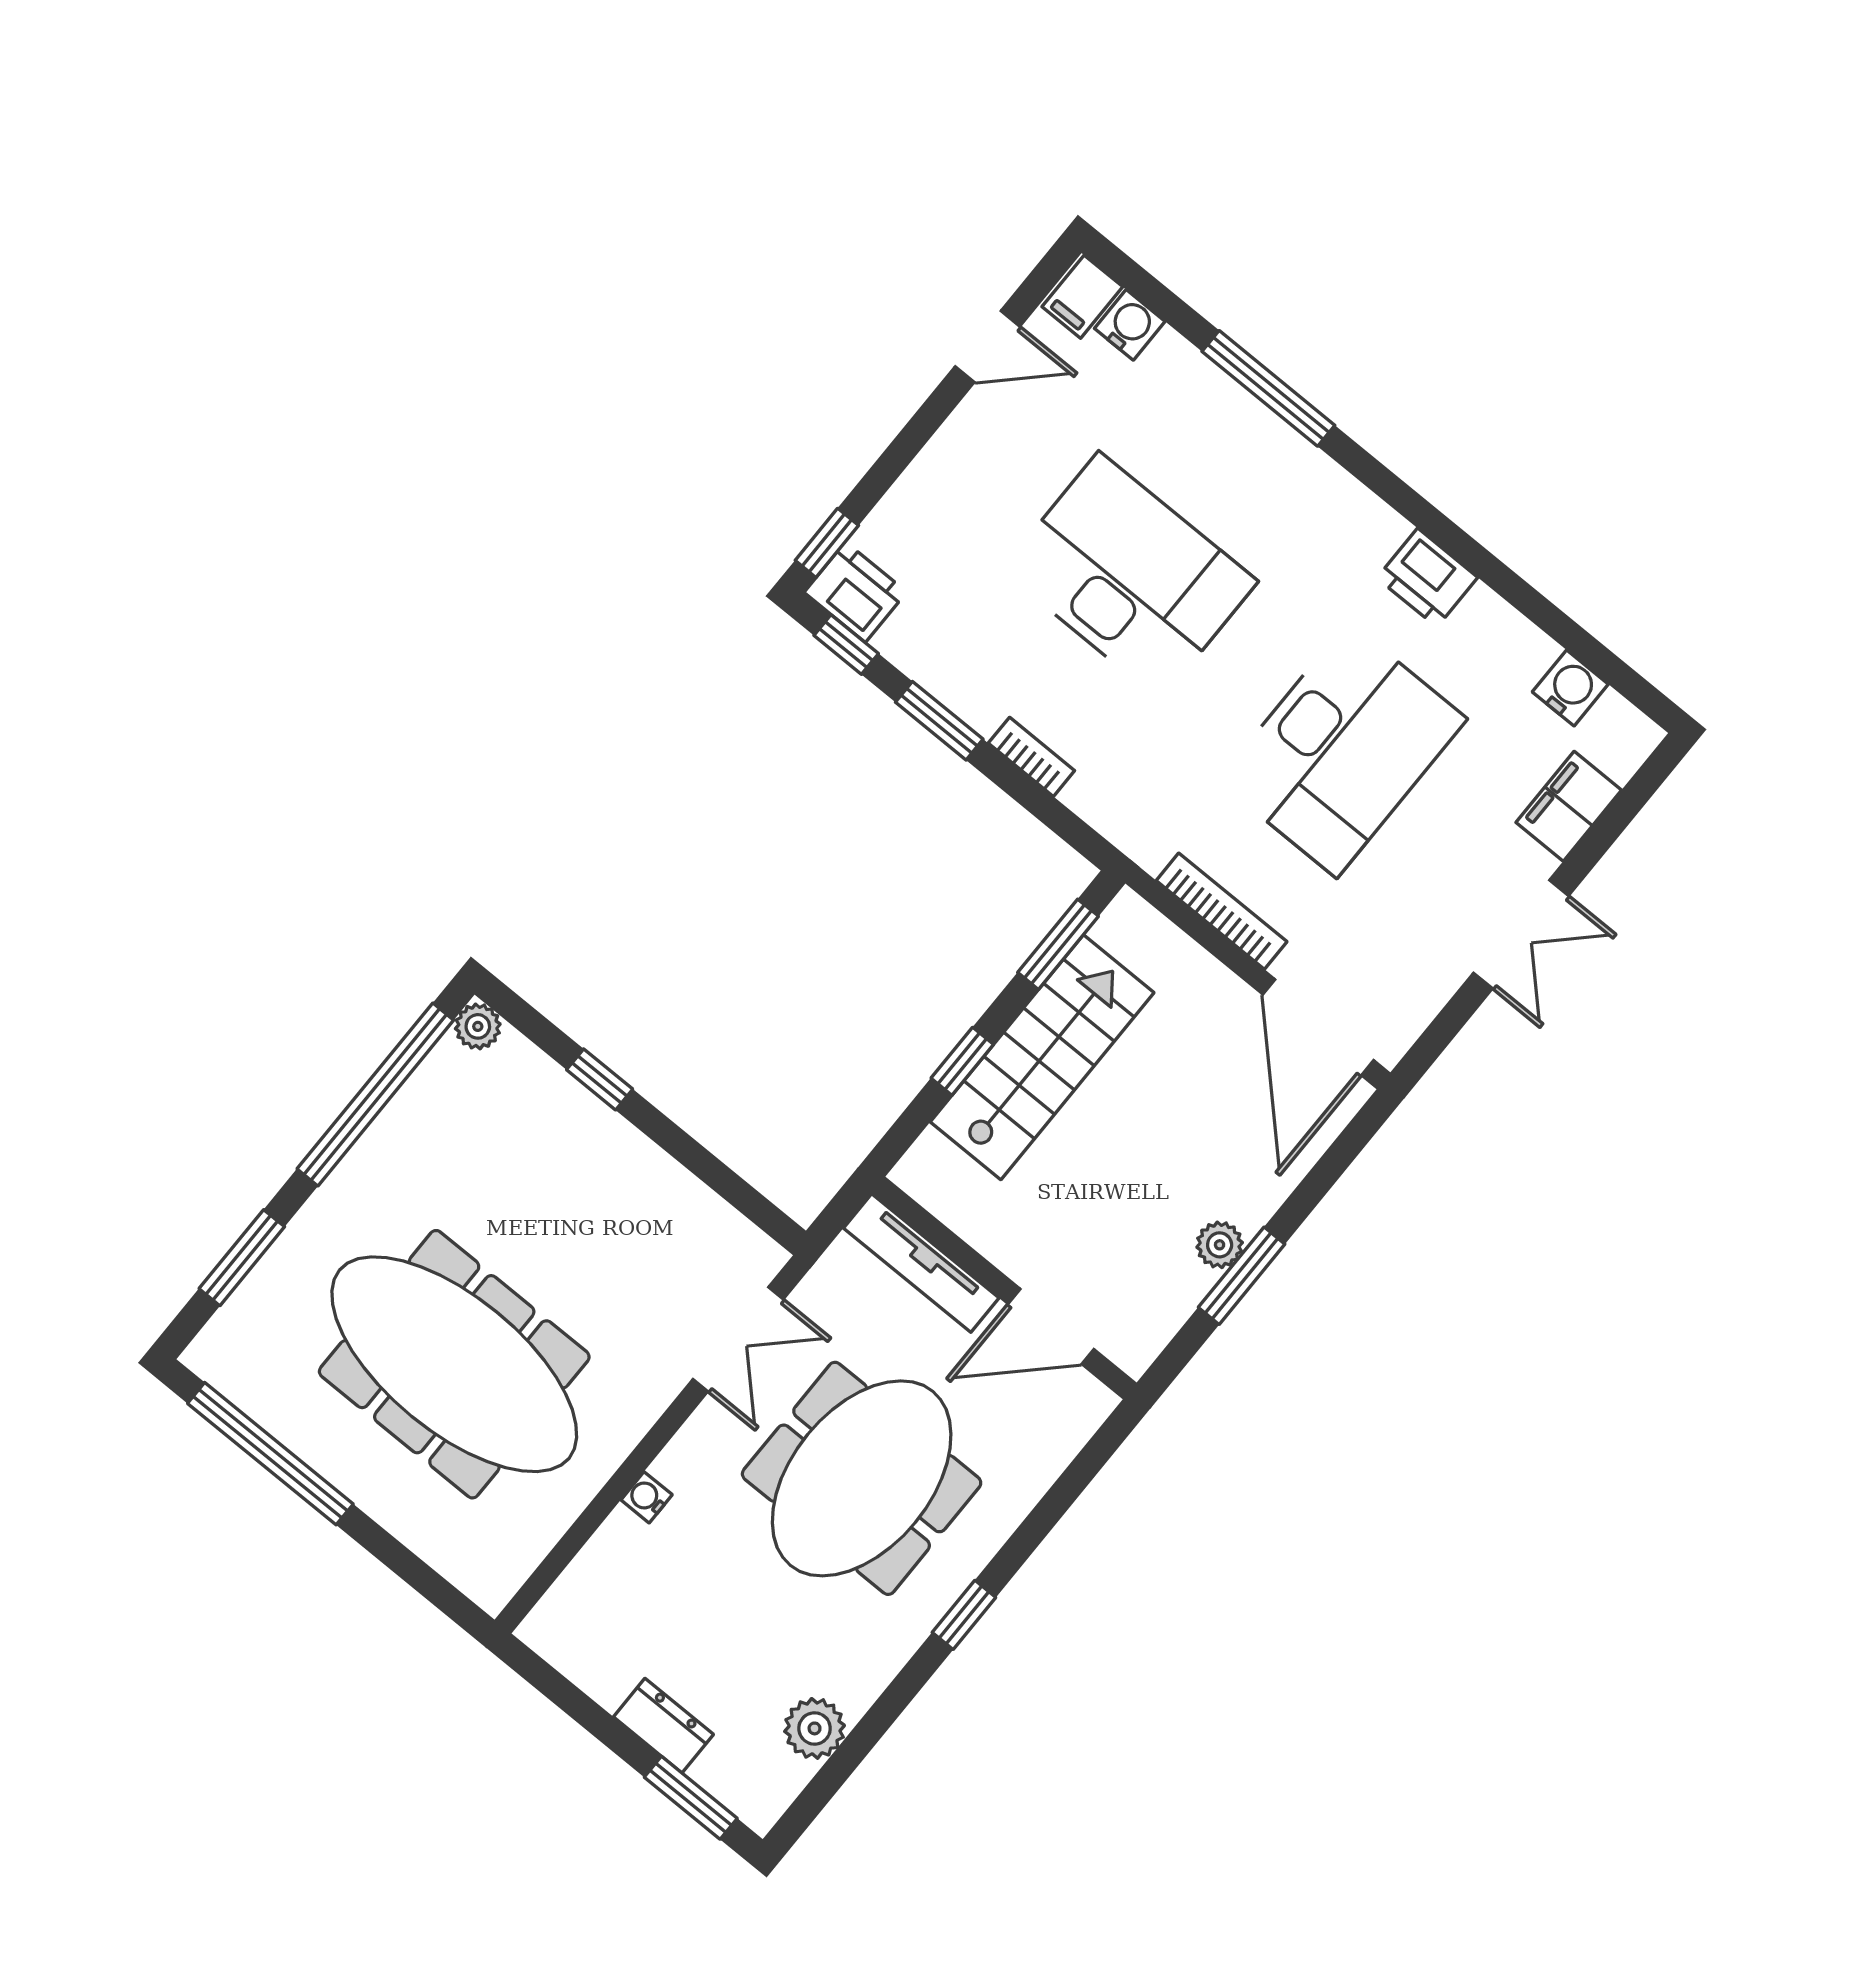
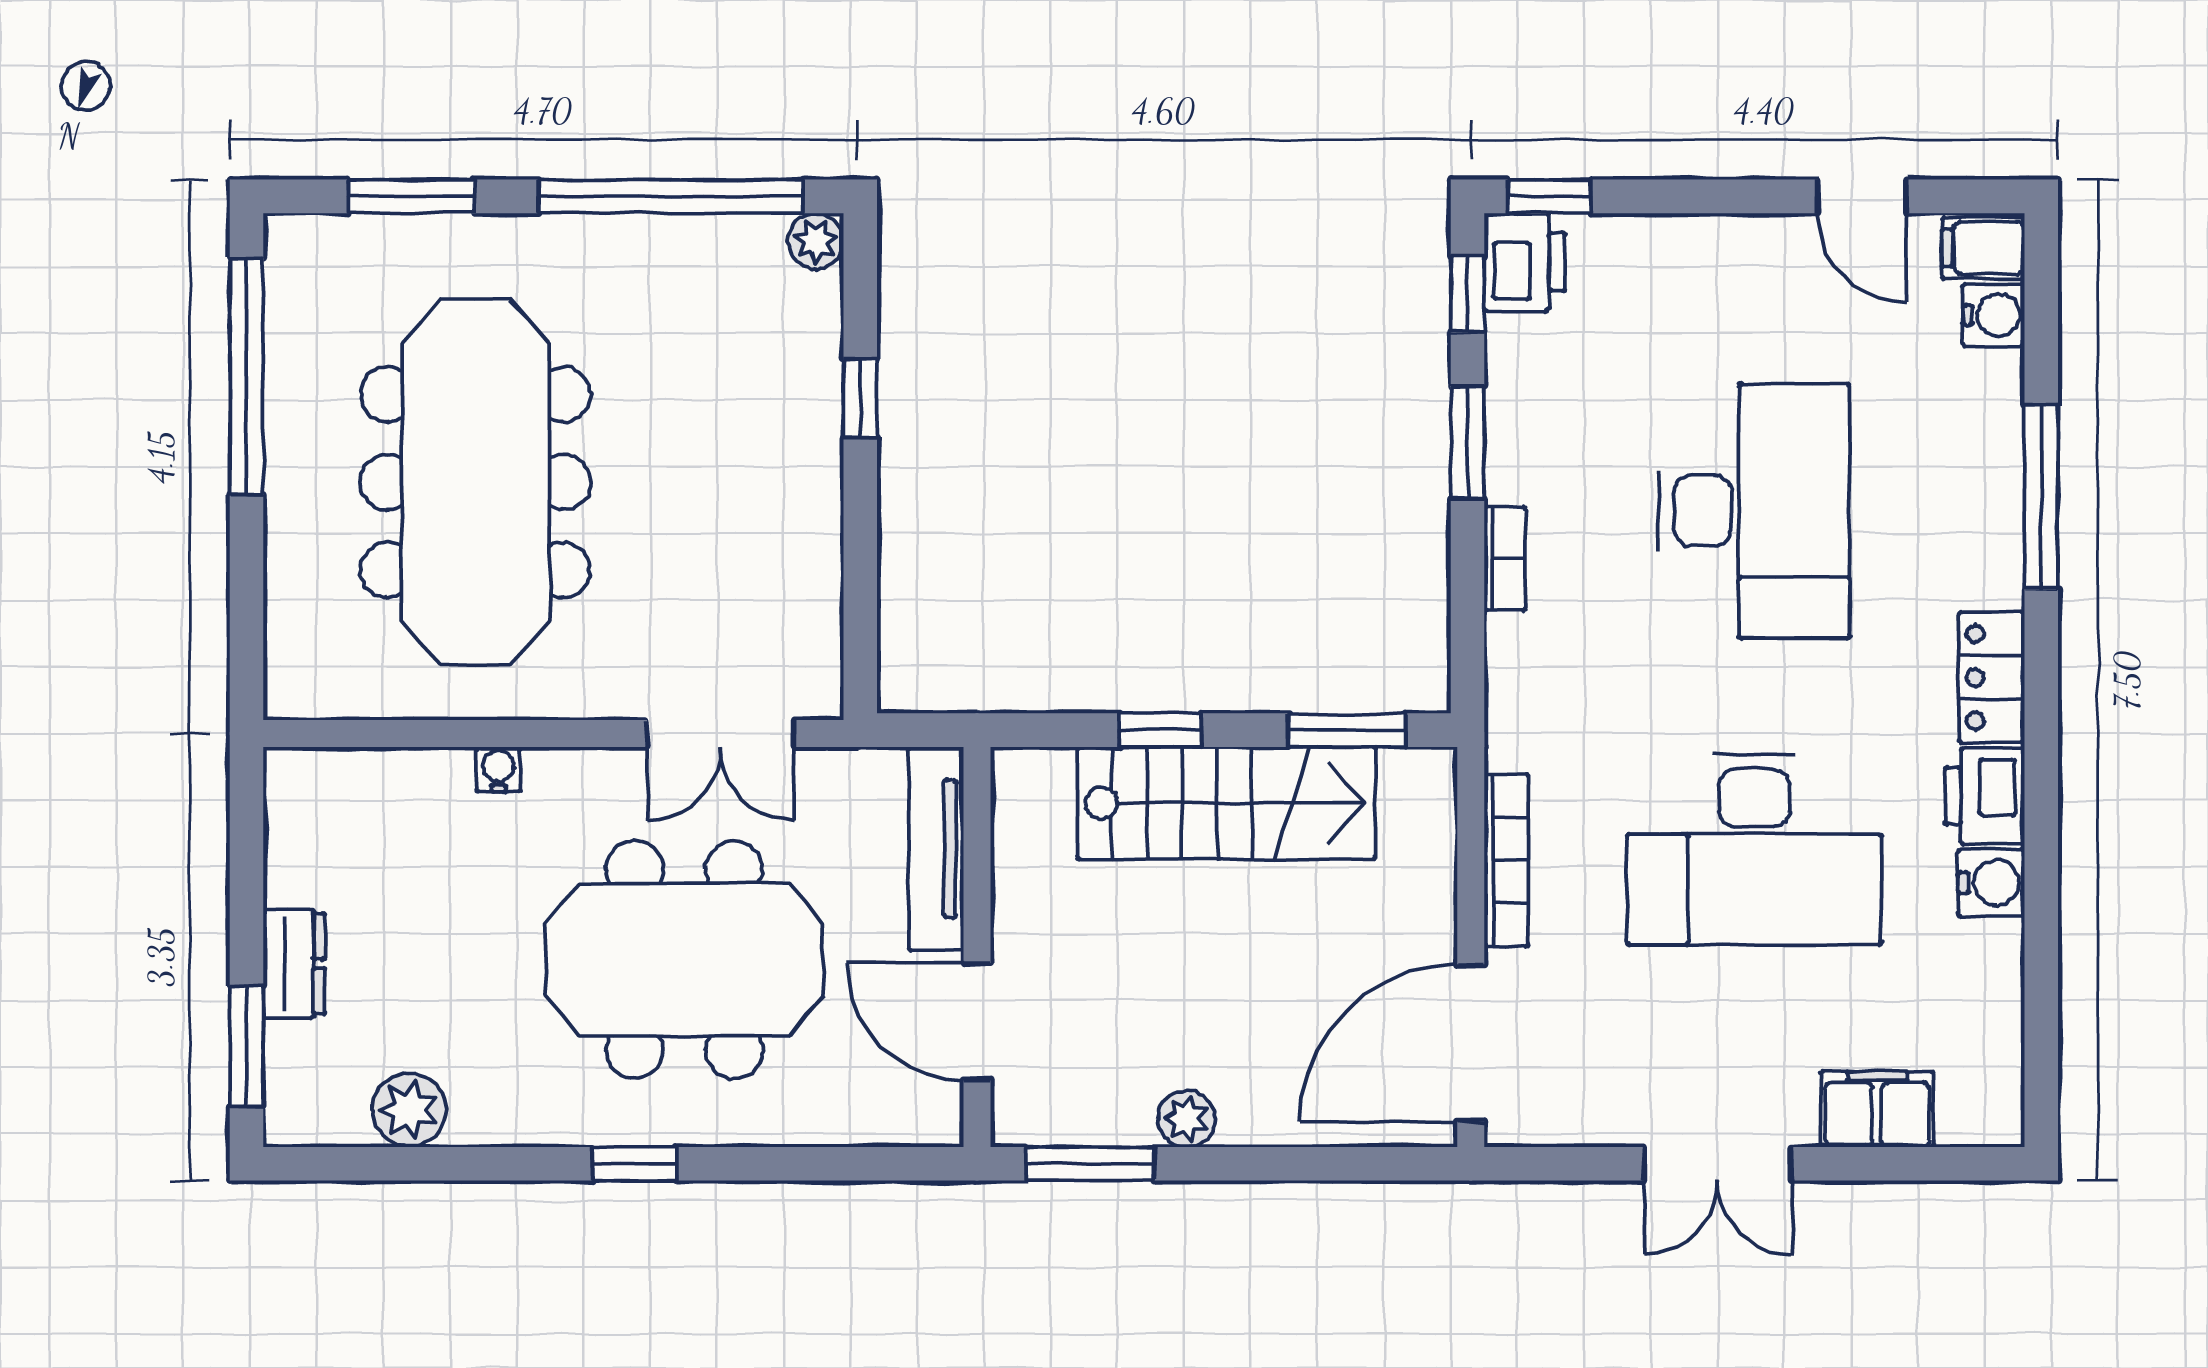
locker: (1356, 512) -> (1992, 677), added
water cooler: (1570, 688) -> (1991, 883), moved
window: (1242, 1276) -> (1091, 1164), moved

